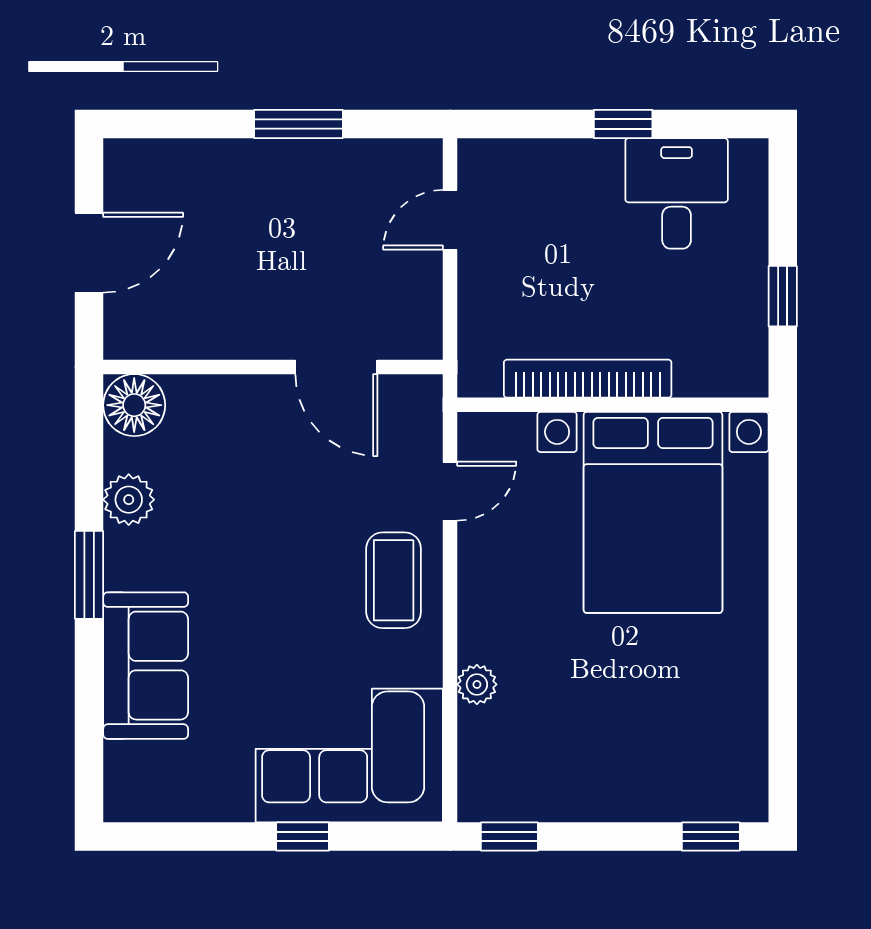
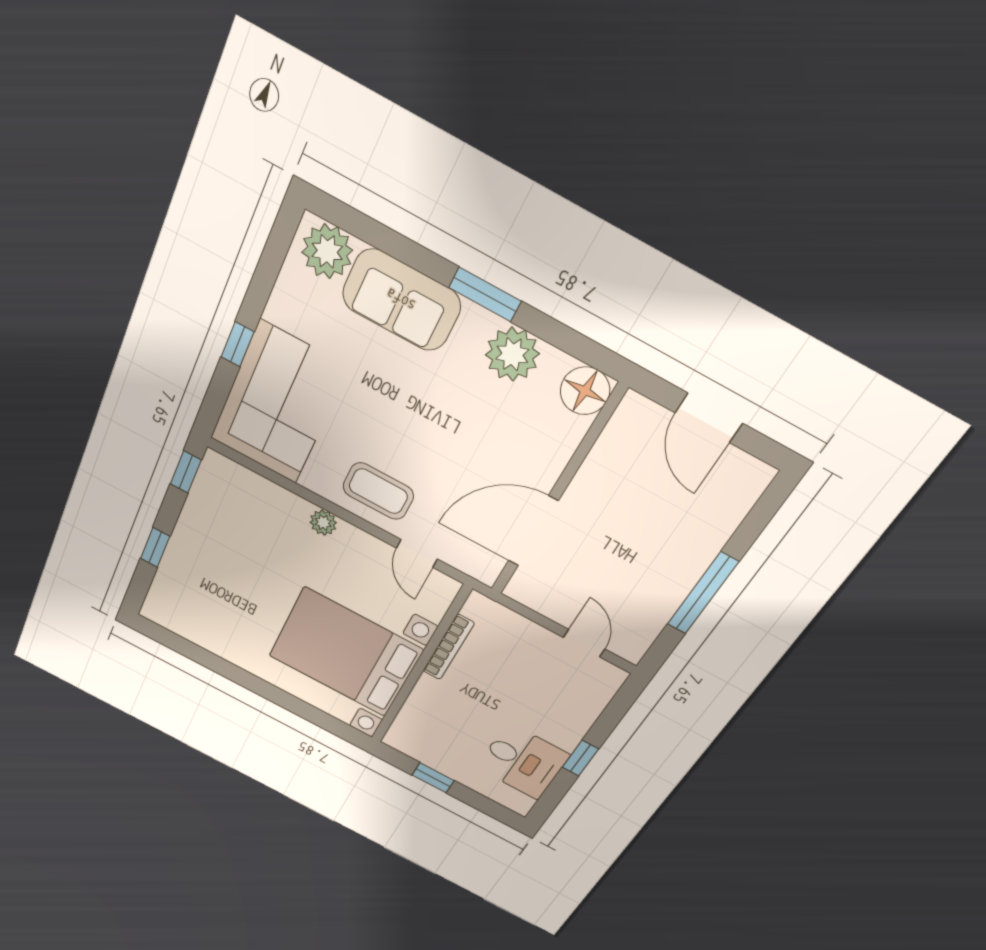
window: (298, 124) -> (703, 593), width x1.44
door: (336, 367) -> (533, 531), width x1.36
bookcase: (588, 379) -> (449, 647), width x0.68, depth x0.76
plant: (129, 500) -> (512, 354), width x1.36, depth x1.36
plant: (477, 684) -> (323, 523), moved
plant: (137, 776) -> (327, 251), added
window: (711, 837) -> (155, 547), moved

